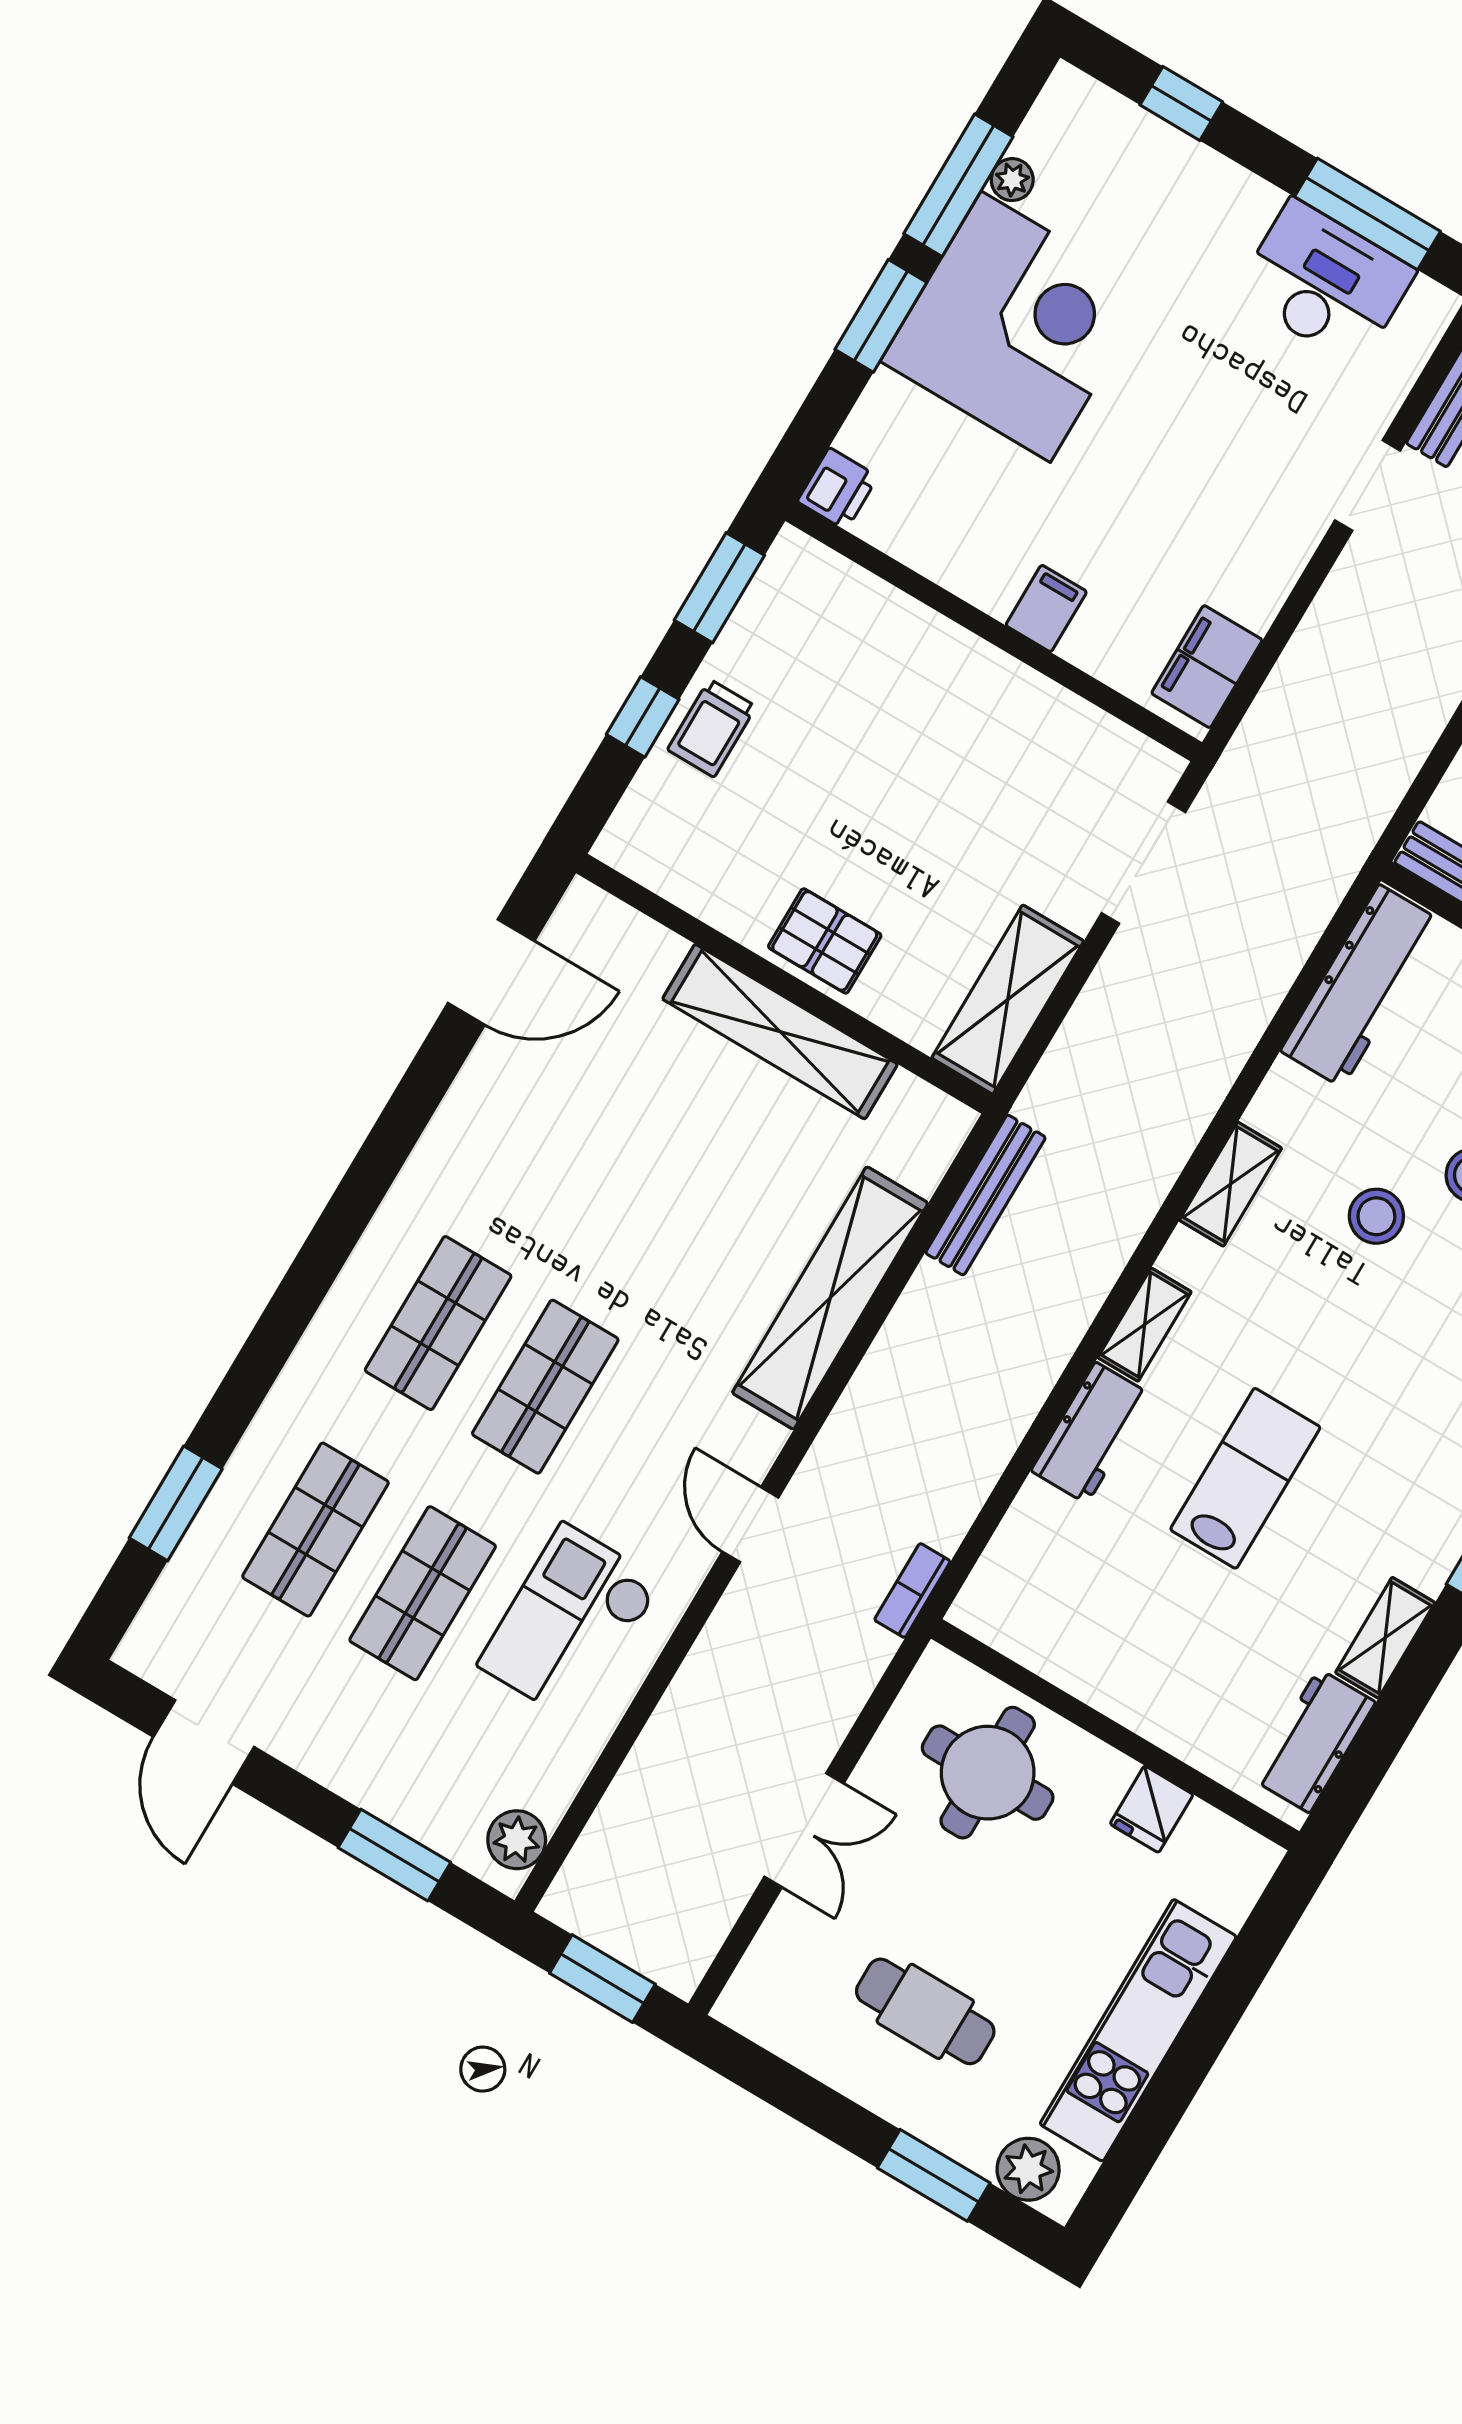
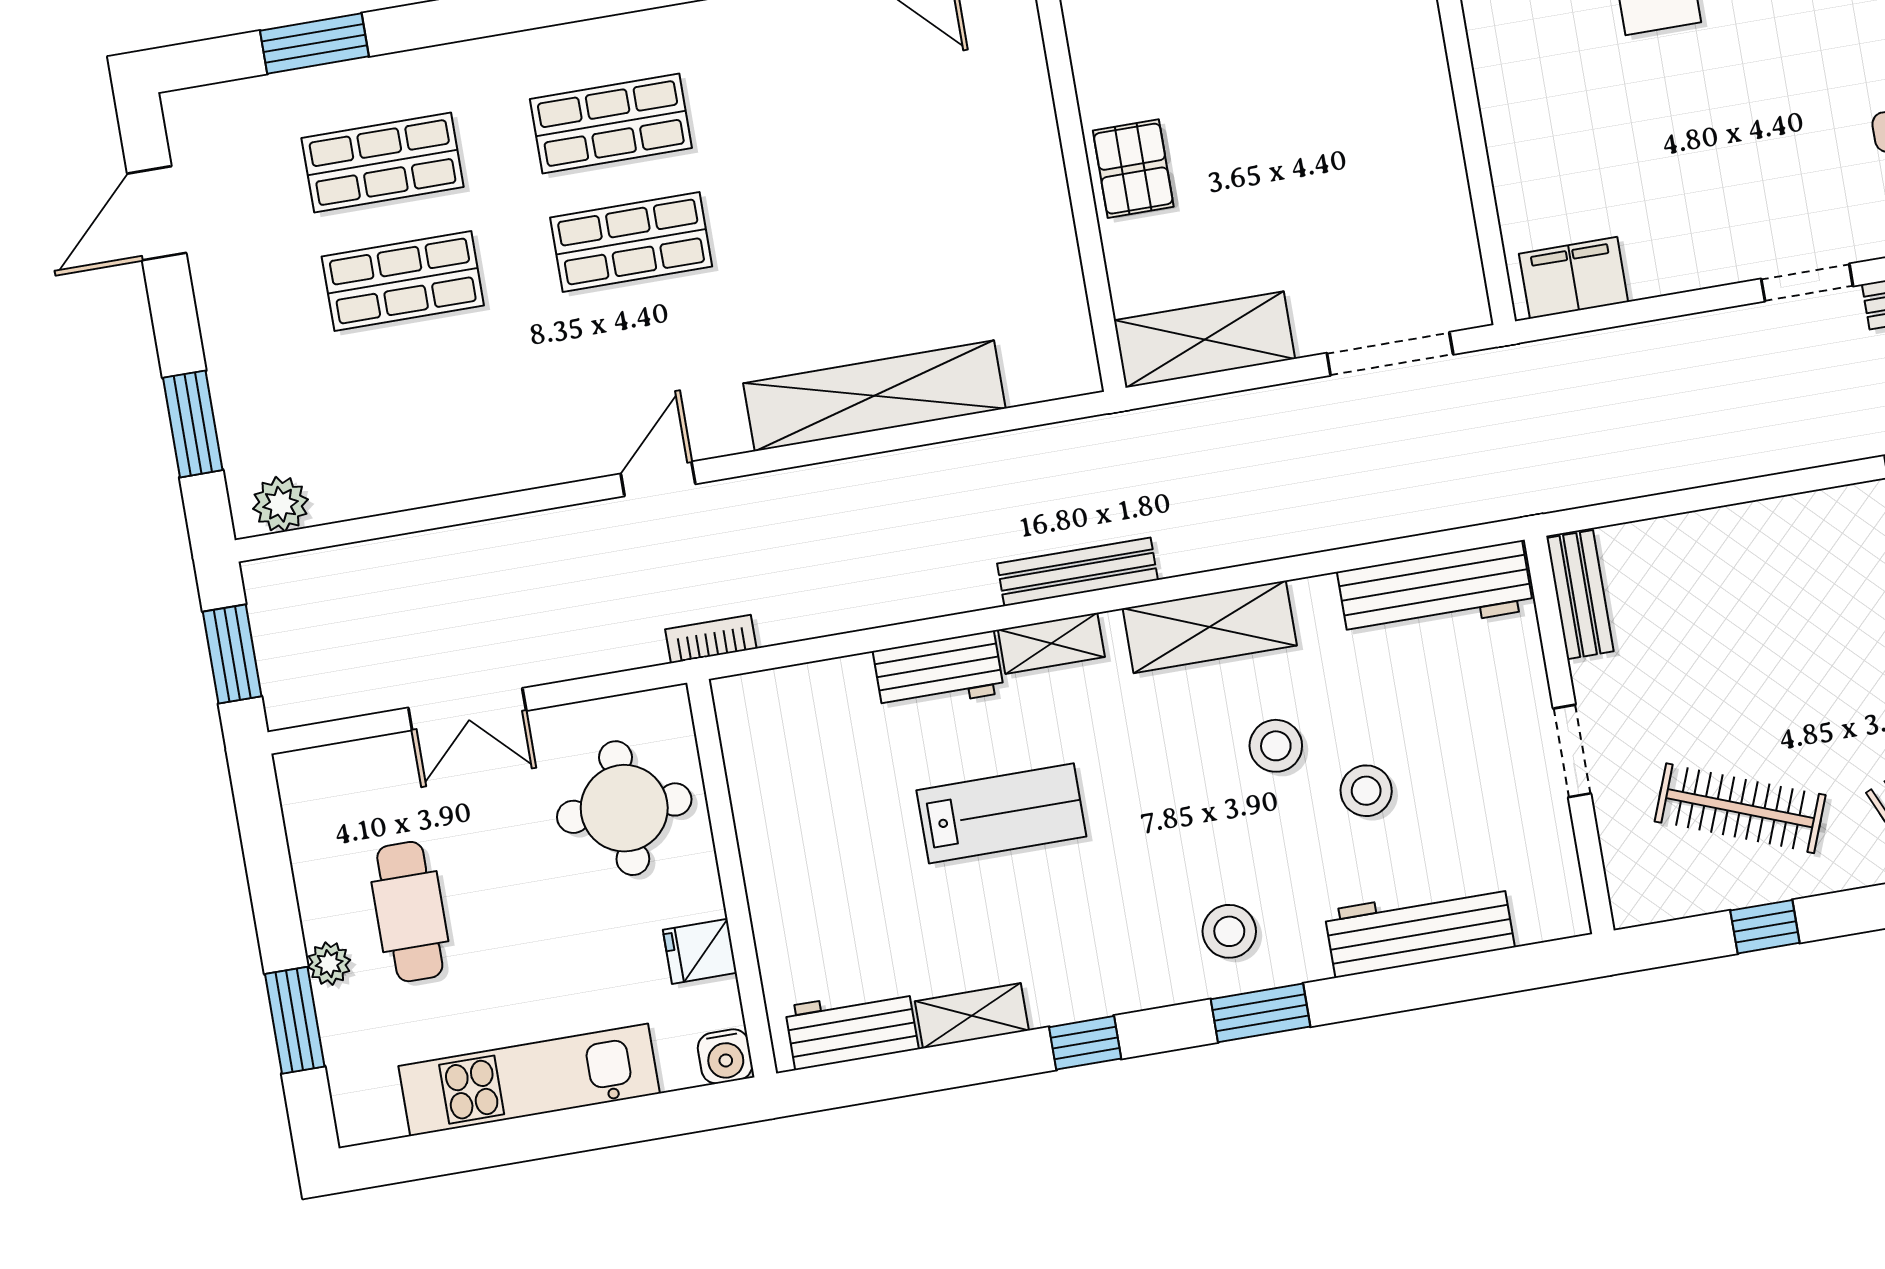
filing cabinet: (1046, 608) -> (1516, 123), removed
shelving: (780, 1032) -> (1039, 192), removed
shelving: (1231, 1184) -> (1210, 627), width x1.50, depth x1.33
bench: (985, 1195) -> (1077, 572), moved
checkout: (570, 1623) -> (473, 408), removed
water cooler: (1252, 1860) -> (725, 1056), added
plant: (1028, 2169) -> (329, 964), moved, width x0.73, depth x0.73

